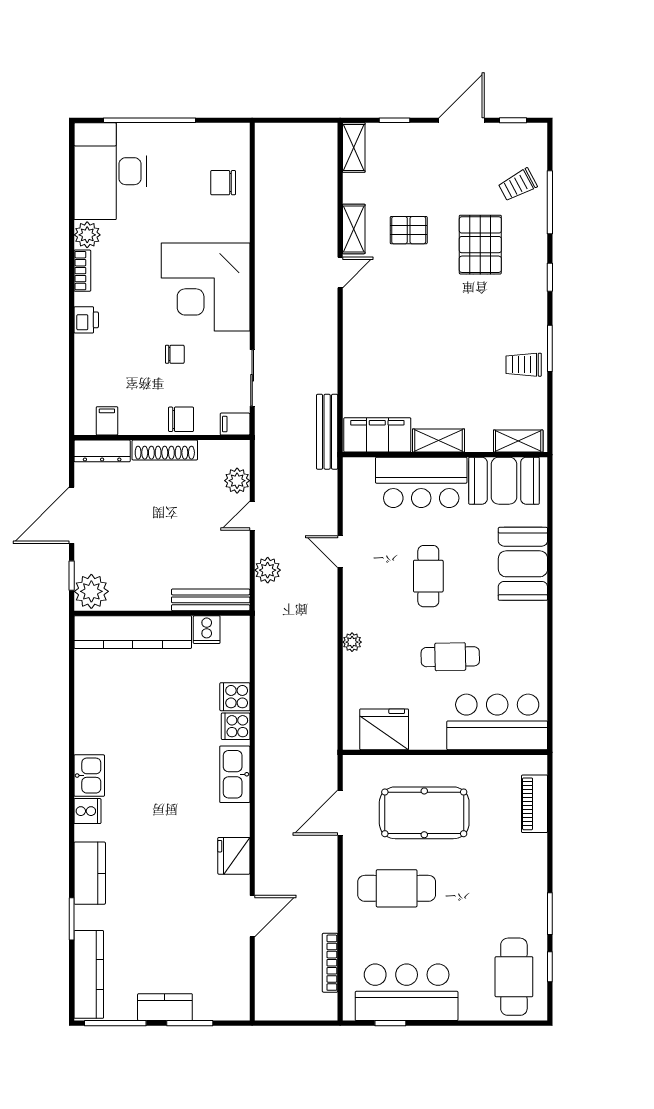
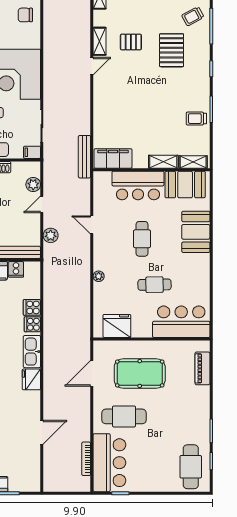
shelving: (439, 440) -> (163, 162), moved
fridge: (234, 856) -> (31, 379), moved
bar counter: (407, 992) -> (109, 463), moved, turned 90

